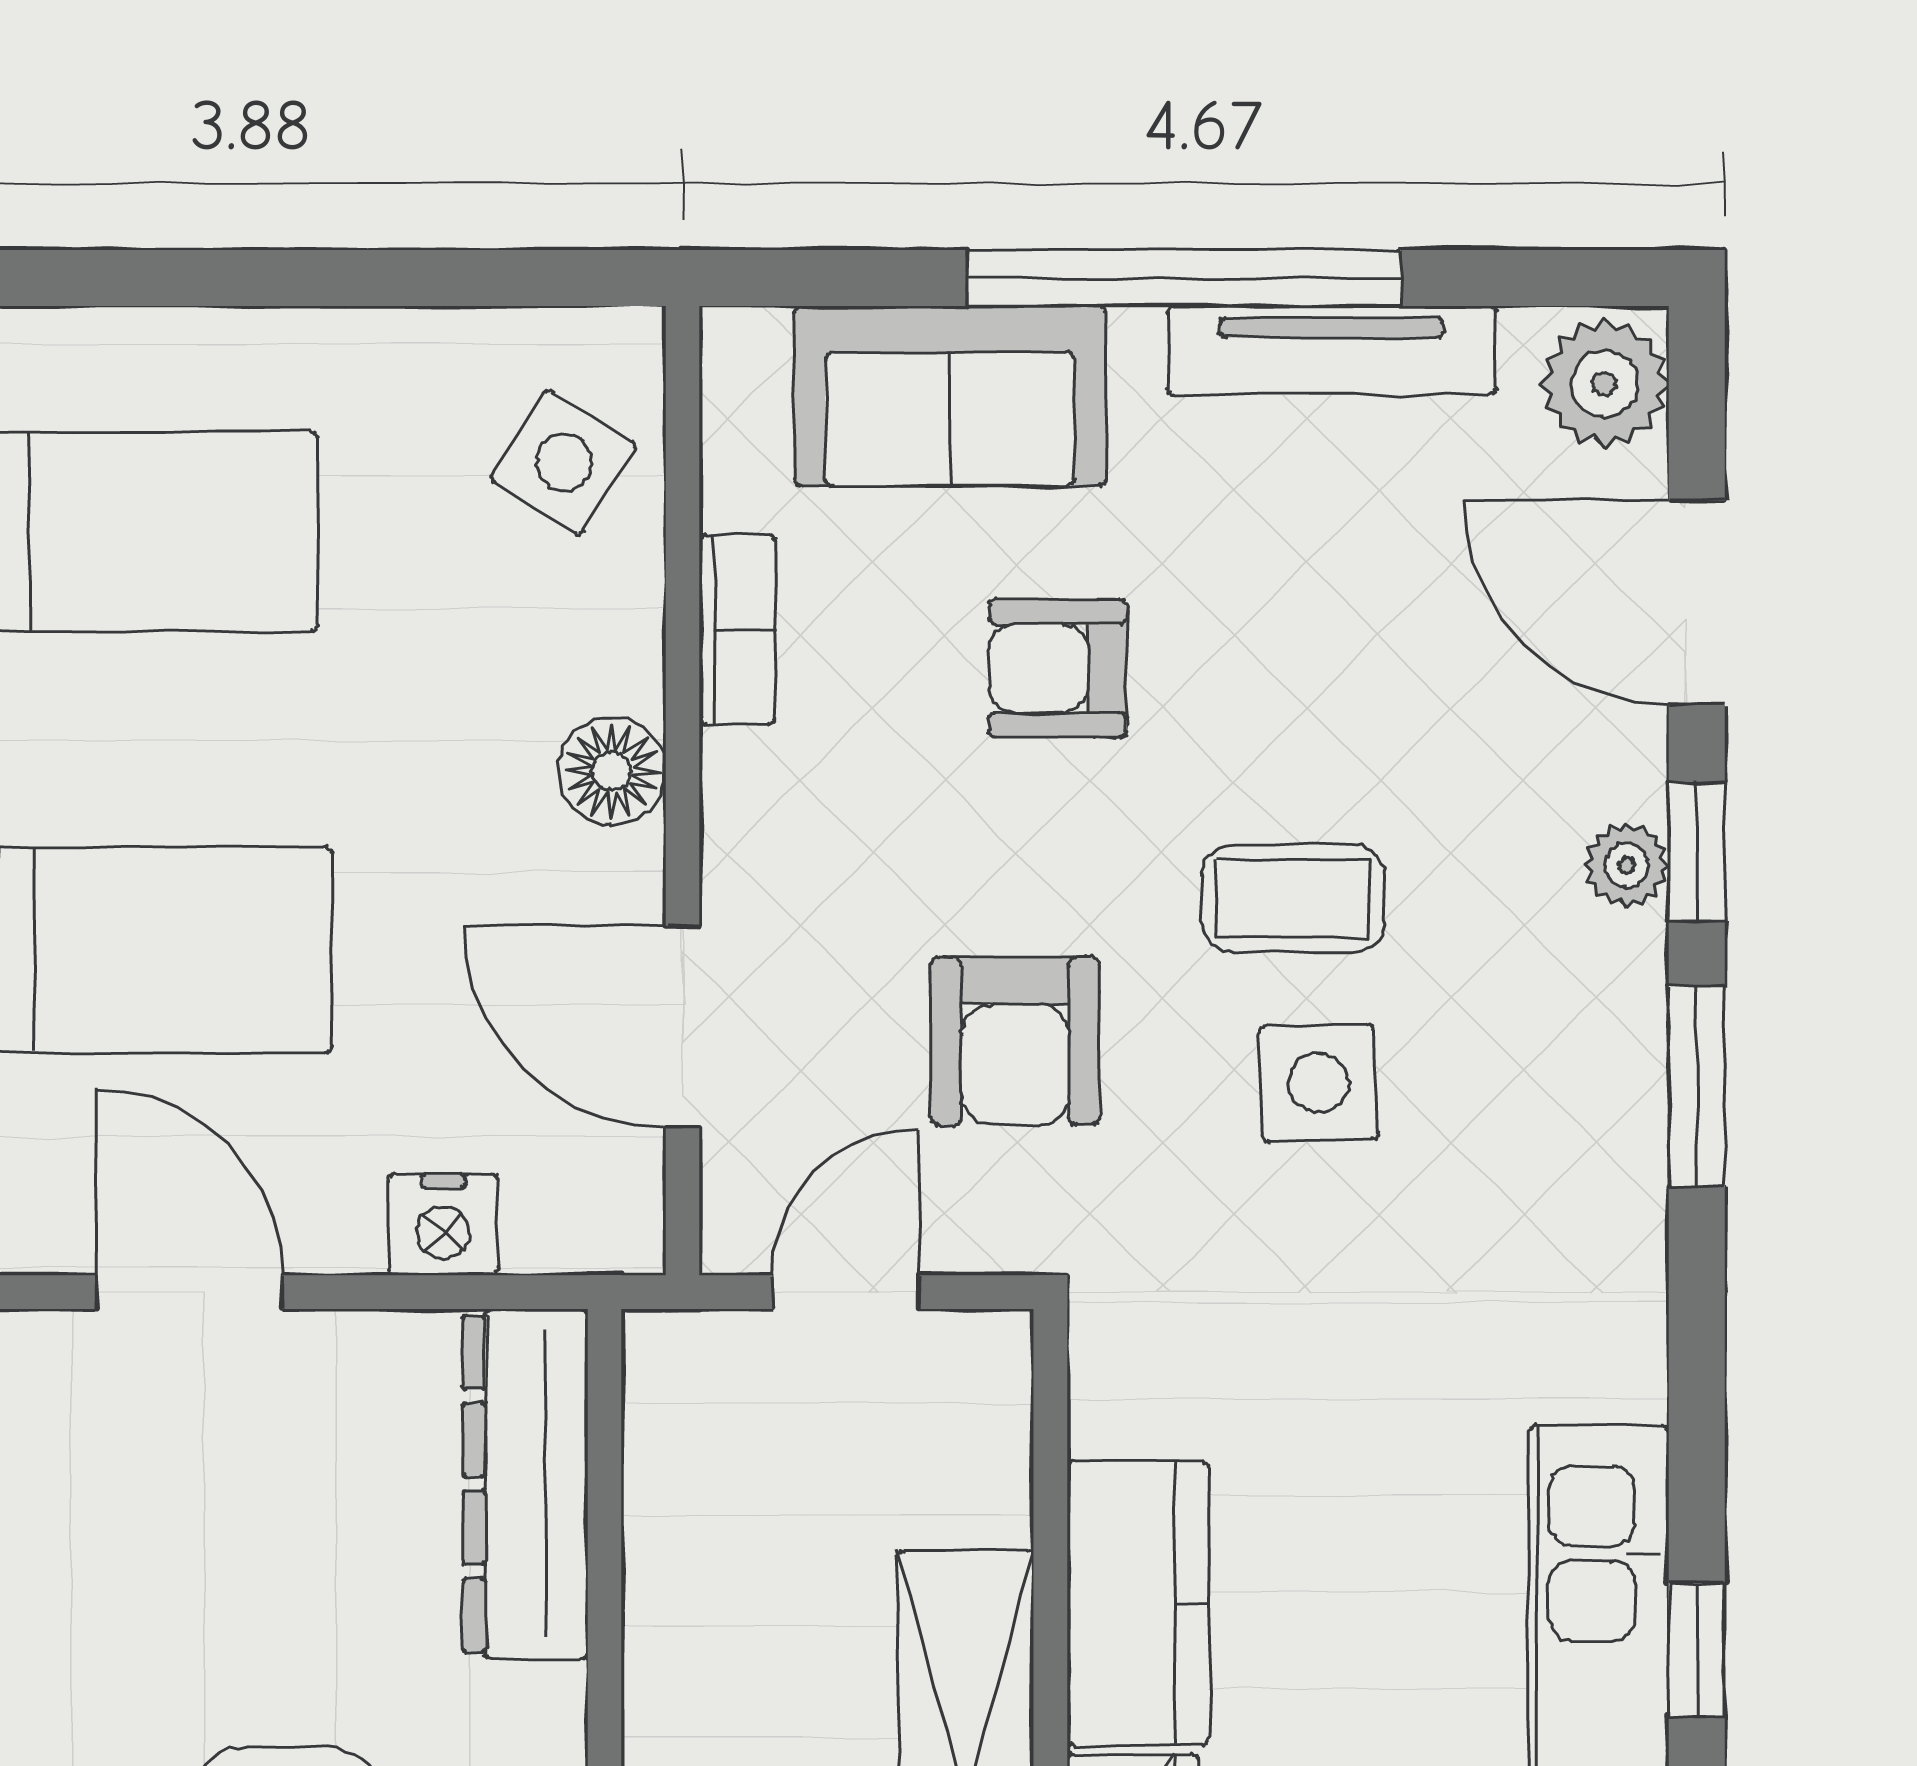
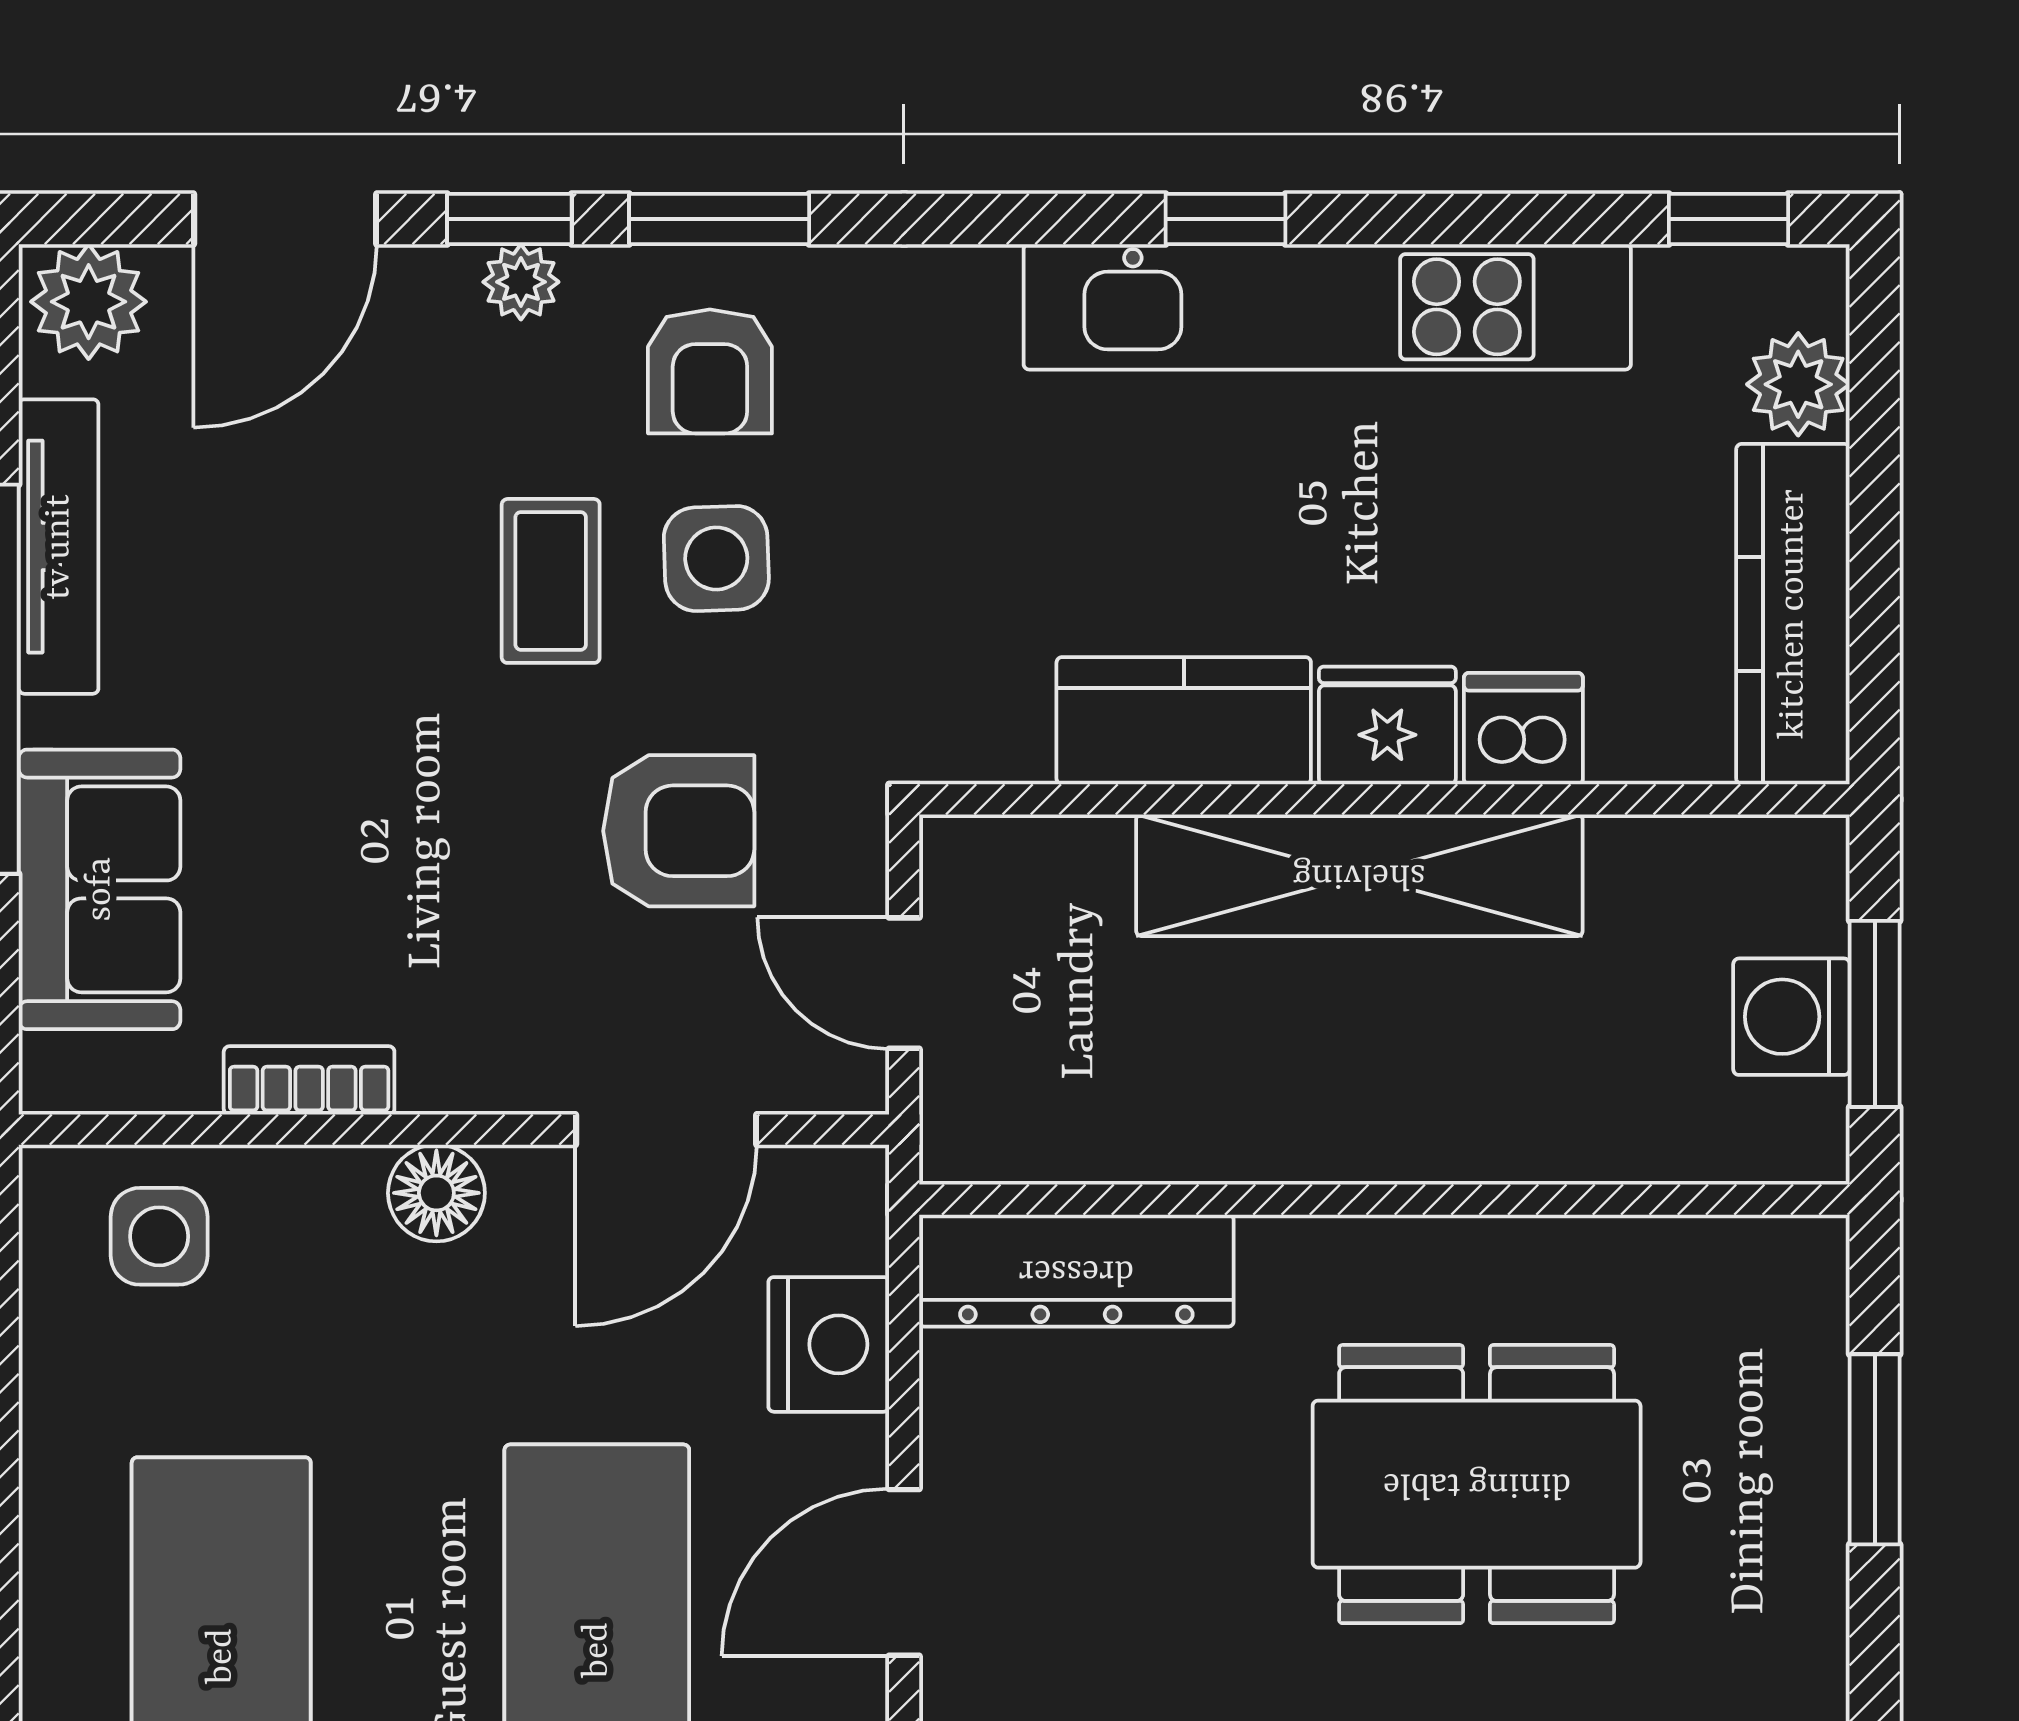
side table: (564, 462) -> (159, 1236), turned -32
armchair: (1058, 668) -> (710, 371), moved
nightstand: (443, 1225) -> (829, 1344), width x1.36, depth x1.33

